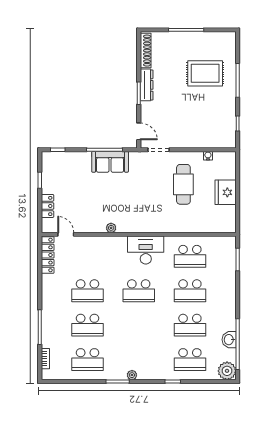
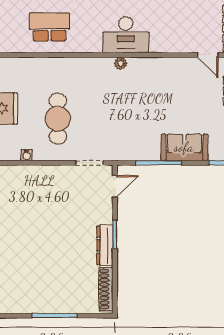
rug: (205, 73) -> (30, 260), removed
door: (139, 131) -> (115, 186), swing flipped
sofa: (110, 162) -> (184, 147), moved
plant: (111, 228) -> (121, 63), moved
desk: (146, 250) -> (126, 35), moved

